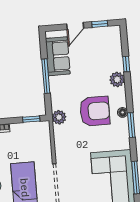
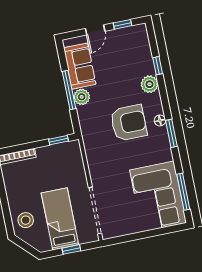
plant: (59, 117) -> (82, 97), moved

